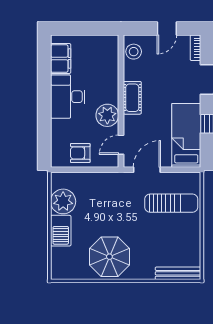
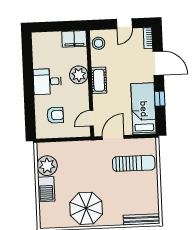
filing cabinet: (61, 59) -> (74, 39), moved, turned 90
desk: (68, 97) -> (47, 82), width x0.73
plant: (107, 115) -> (79, 75), moved
armchair: (80, 153) -> (55, 115), moved, turned 180

